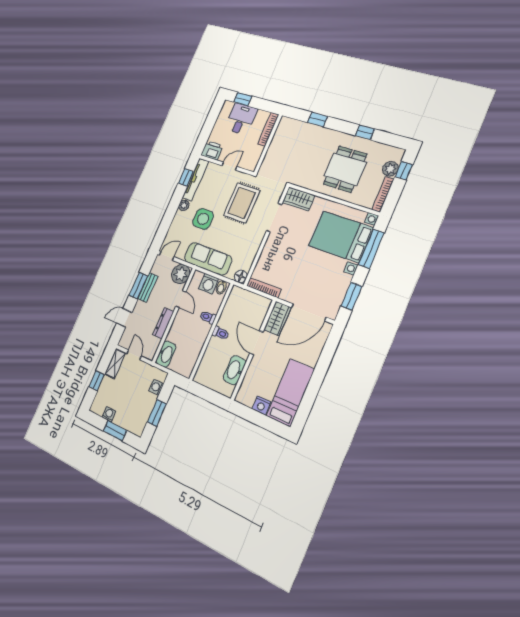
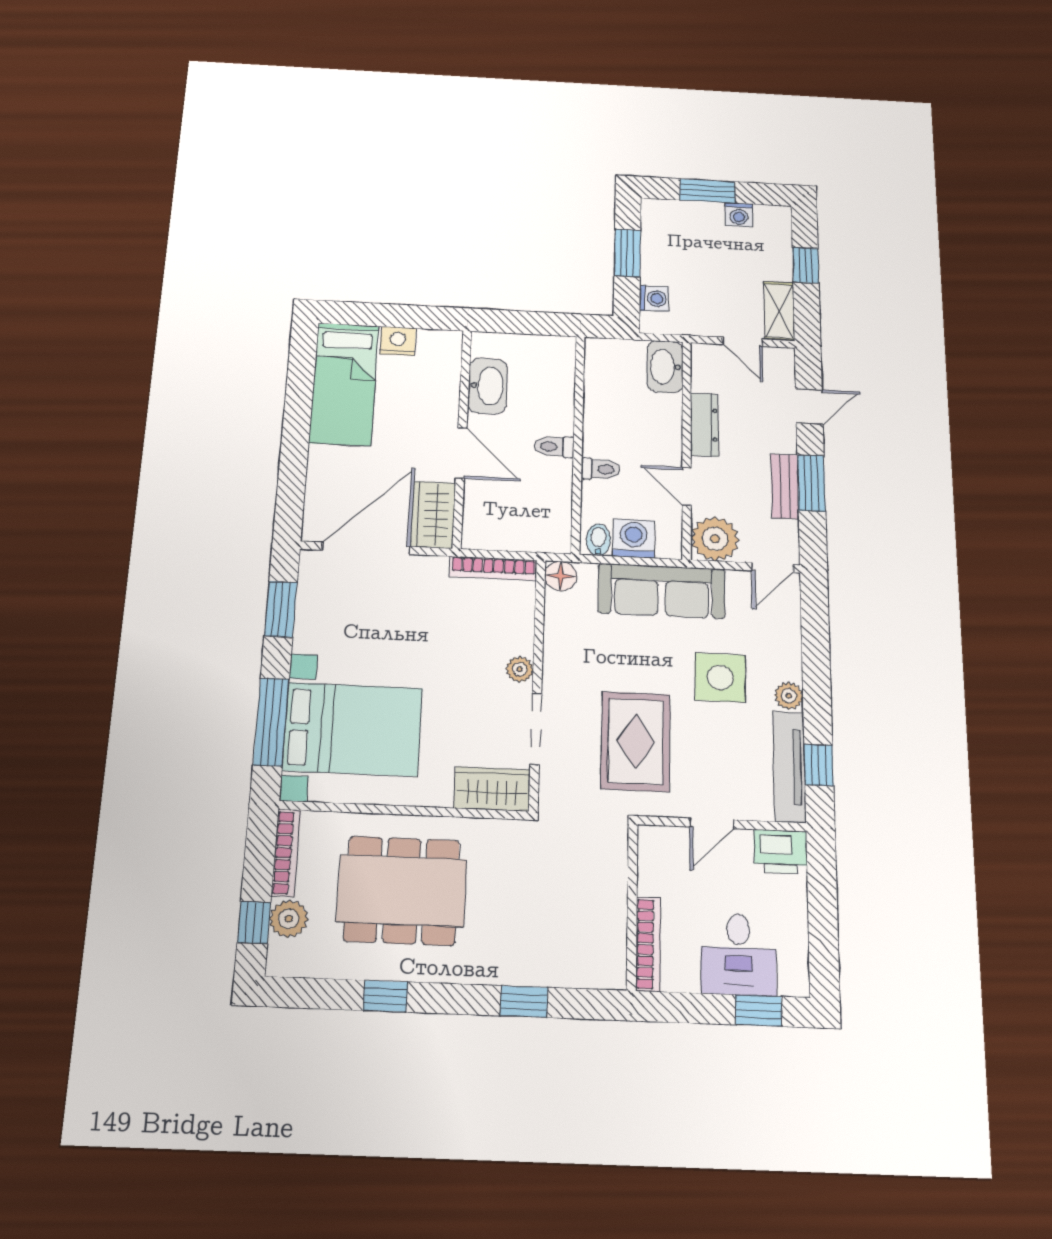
dining table: (345, 169) -> (402, 891), width x1.38
plant: (271, 243) -> (520, 669), added

